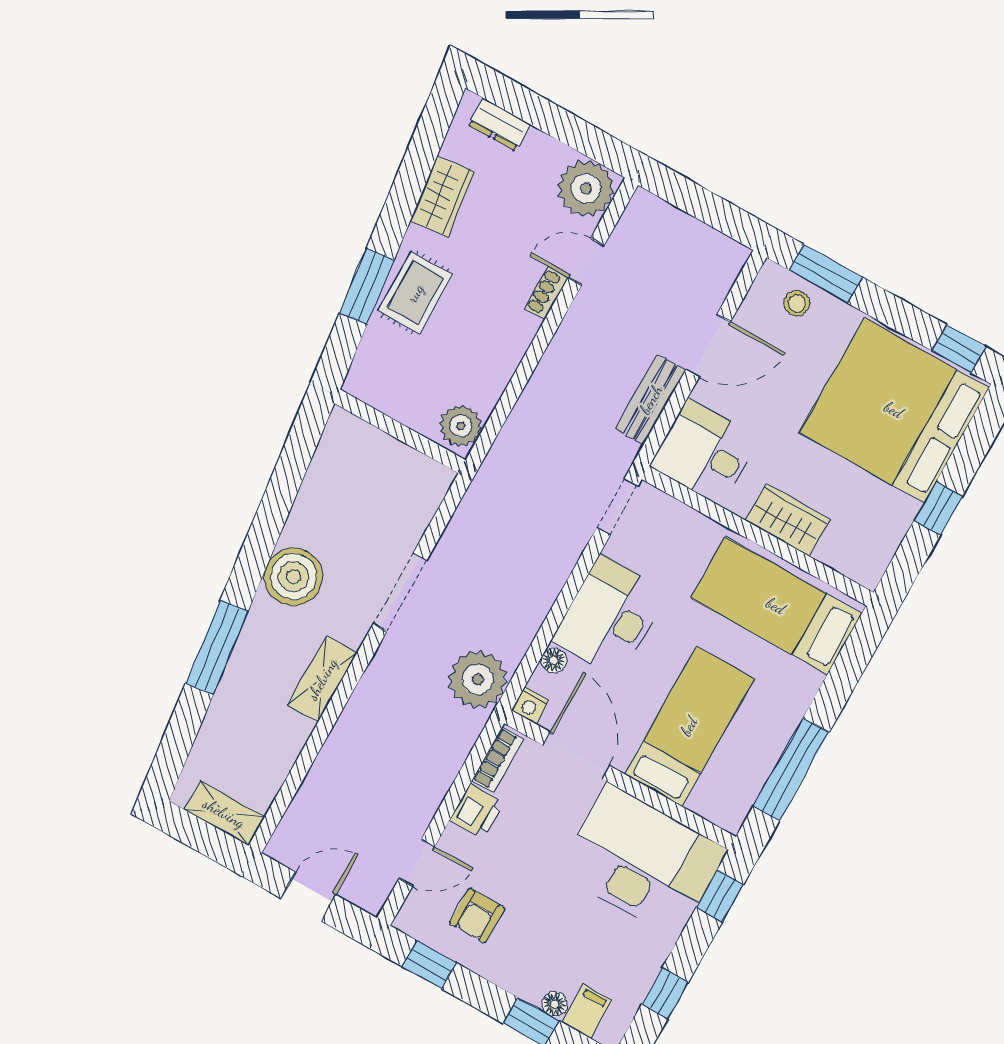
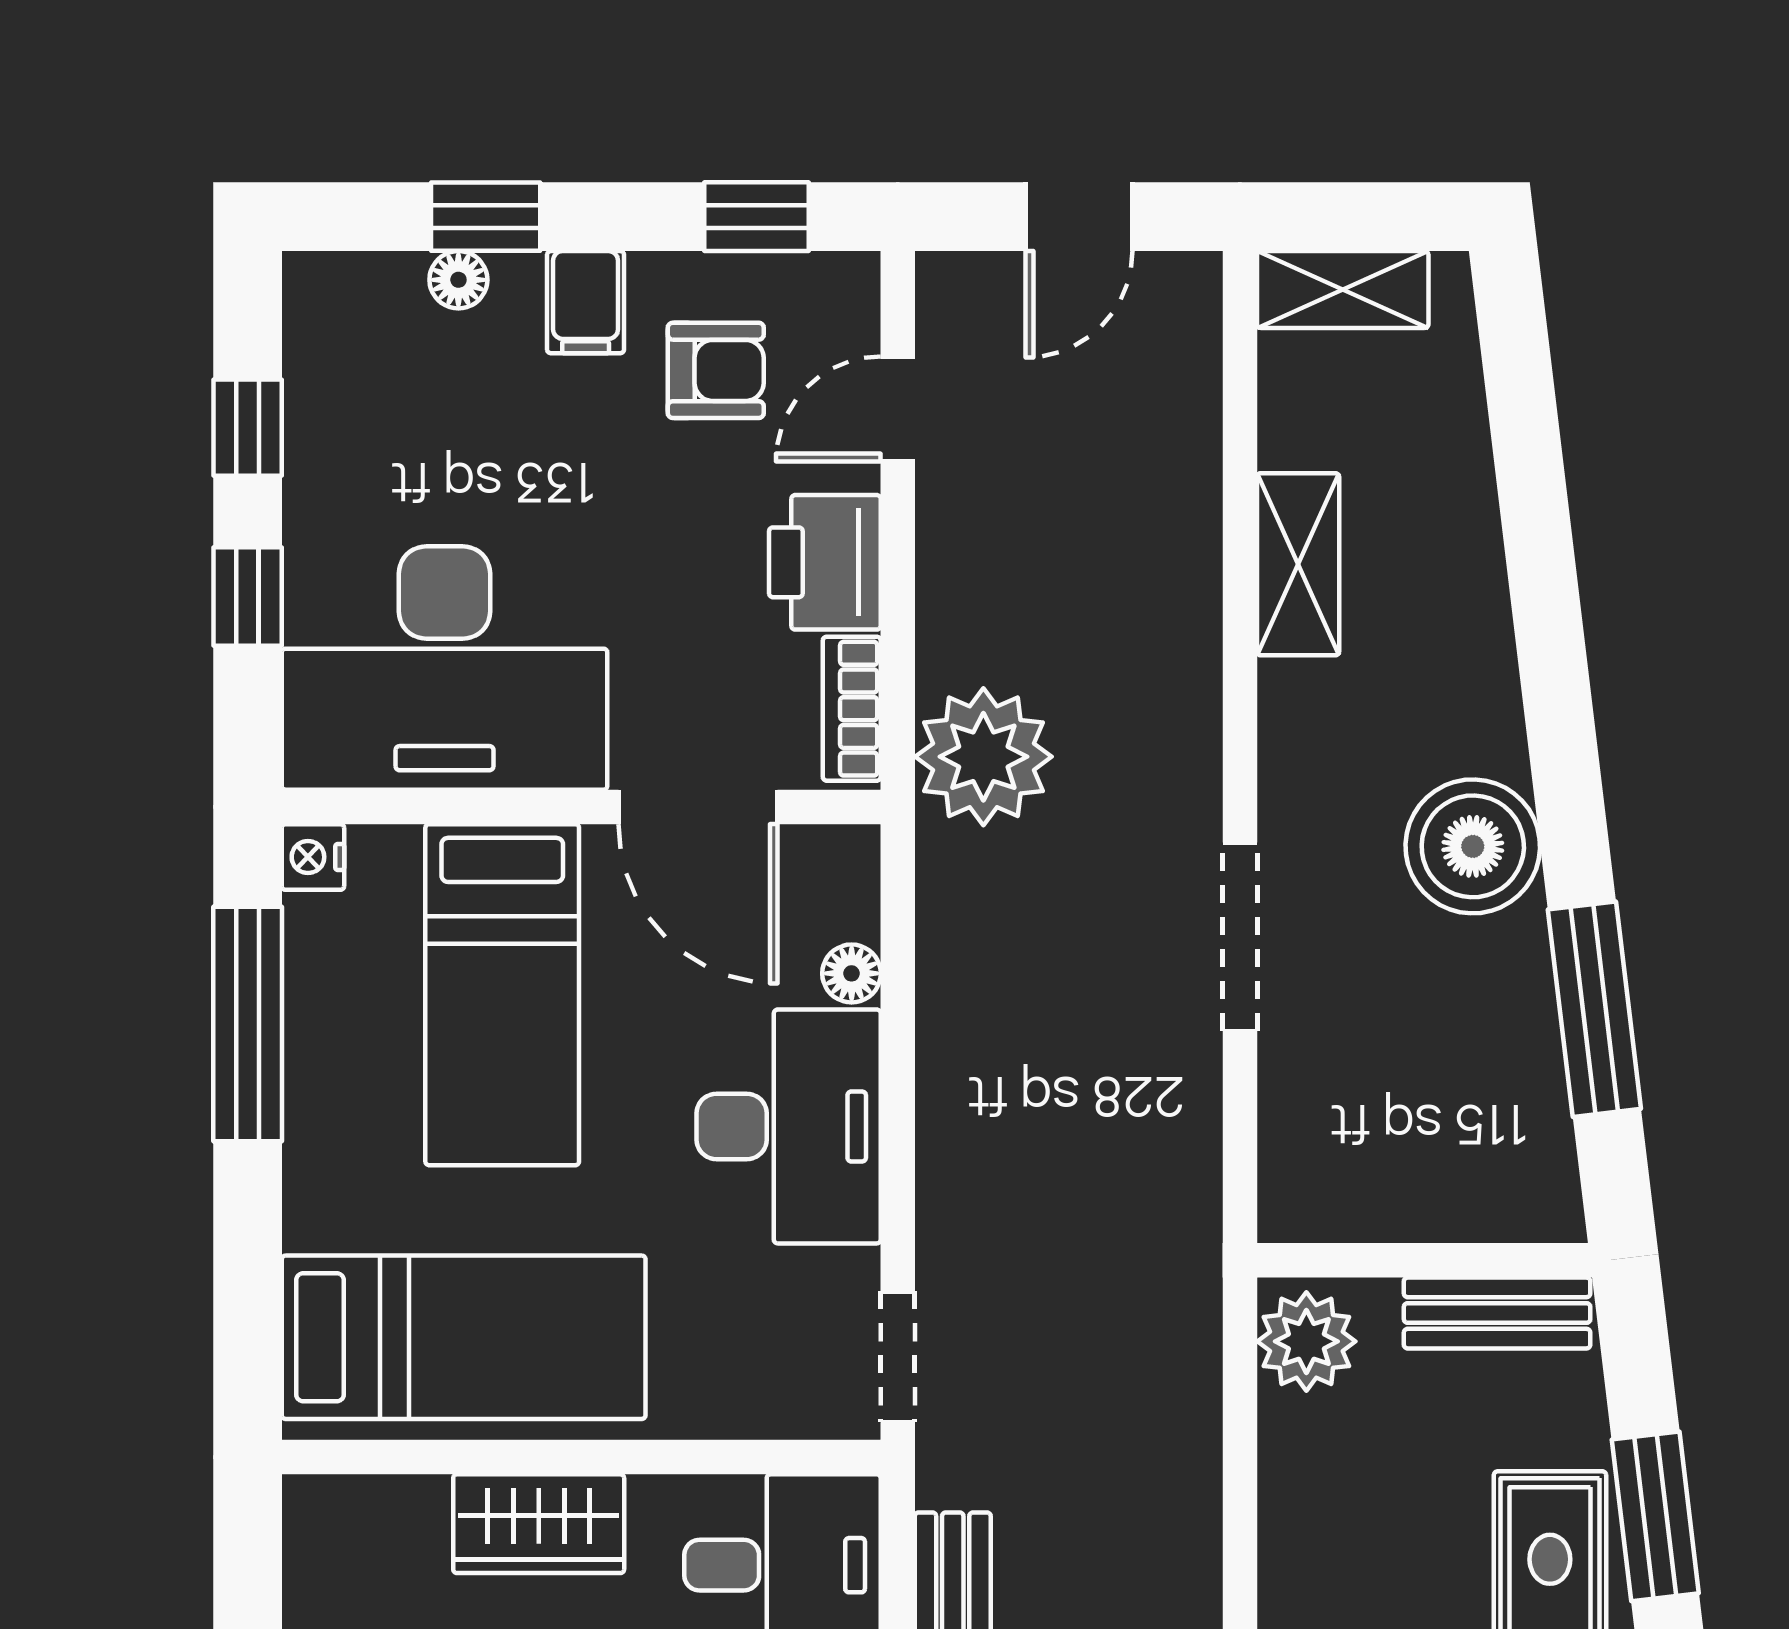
bench: (383, 396) -> (1497, 1313), added
window: (217, 648) -> (1594, 1009), moved
shelving: (322, 679) -> (1298, 564), moved
plant: (478, 679) -> (983, 757), moved
nightstand: (530, 706) -> (313, 857), moved, turned -90
printer: (476, 811) -> (825, 562), width x1.36, depth x1.24
window: (720, 896) -> (248, 596), moved
armchair: (477, 916) -> (716, 370), turned 90
filing cabinet: (587, 1011) -> (586, 302), moved

